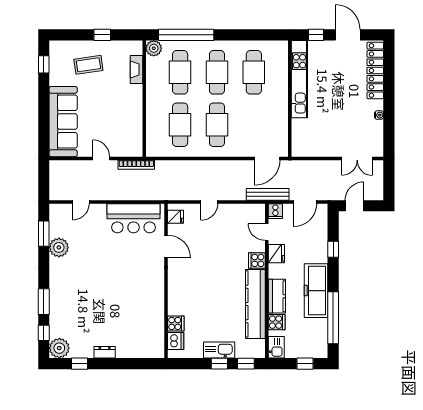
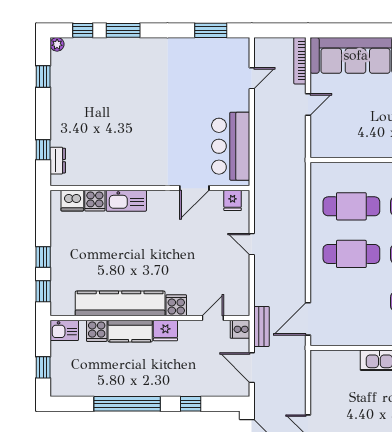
door: (267, 158) -> (308, 319), hinge flipped
bookcase: (136, 165) -> (300, 61), moved
bench: (268, 194) -> (261, 326), width x0.73
door: (81, 202) -> (252, 78), swing flipped
plant: (59, 247) -> (193, 50), removed
fridge: (276, 254) -> (165, 330), moved
freezer: (316, 291) -> (137, 382), removed
window: (333, 318) -> (127, 404), moved
plant: (59, 348) -> (57, 44), width x0.53, depth x0.53
kitchen sink: (219, 350) -> (126, 201), moved, turned 90
dresser: (105, 352) -> (58, 161), moved
window: (136, 364) -> (43, 150), added

